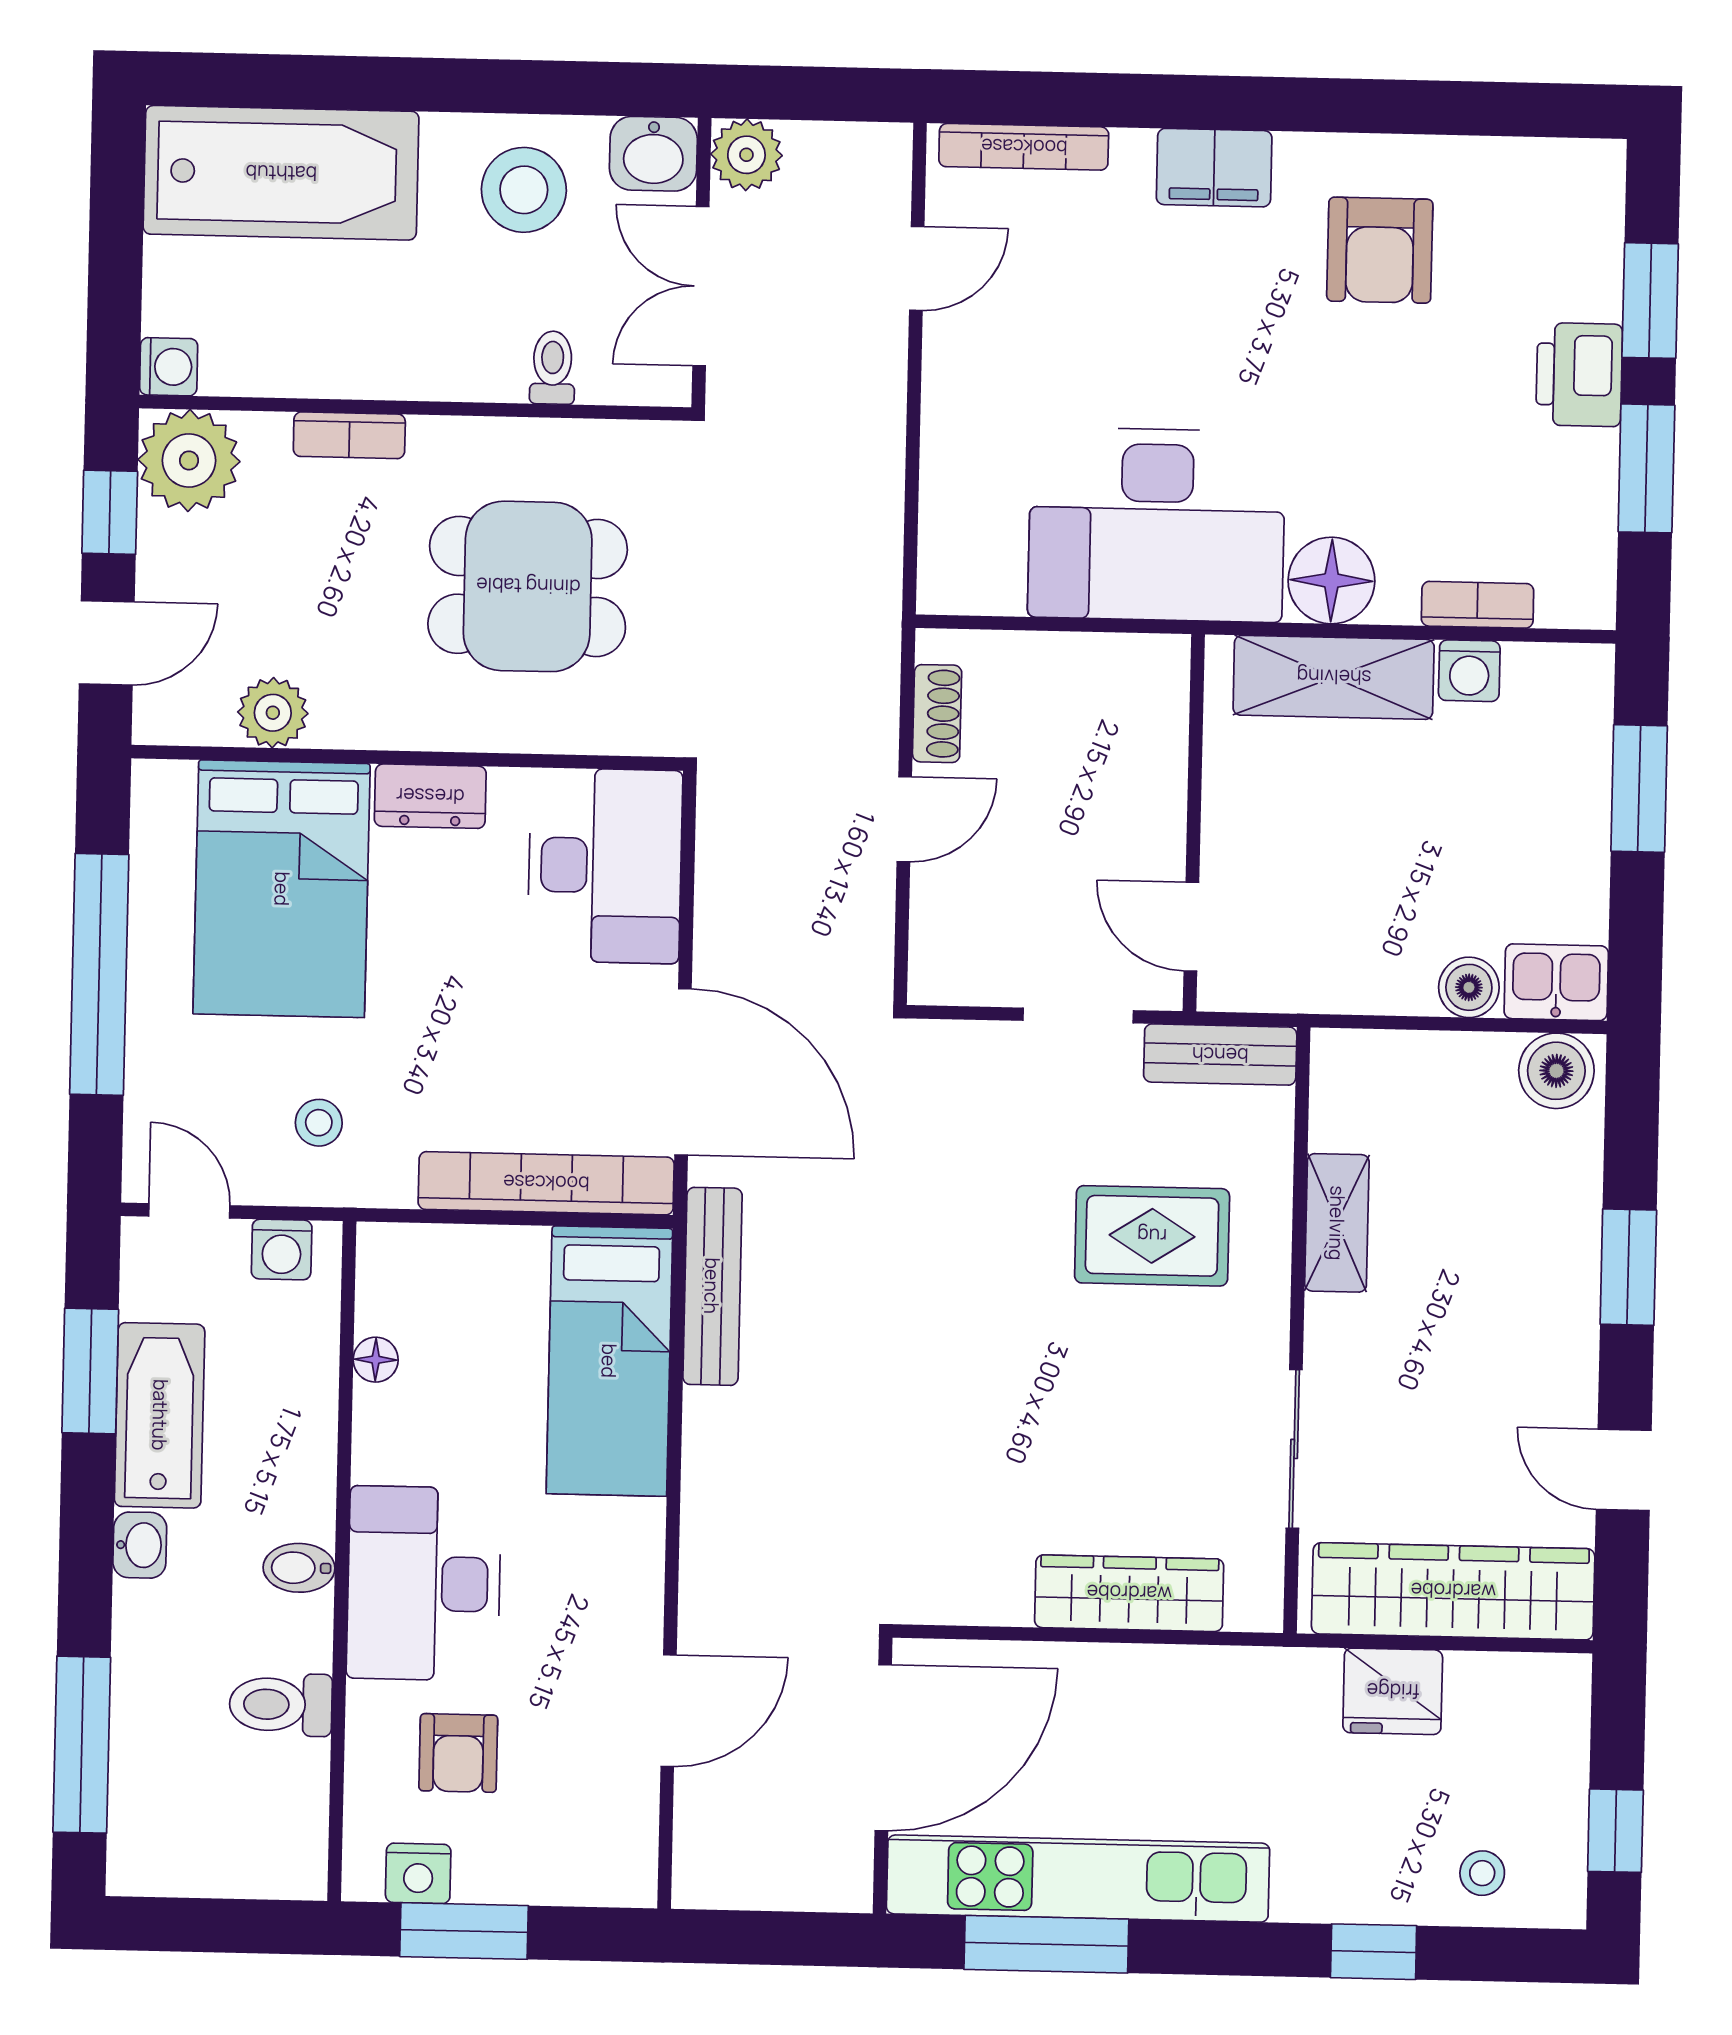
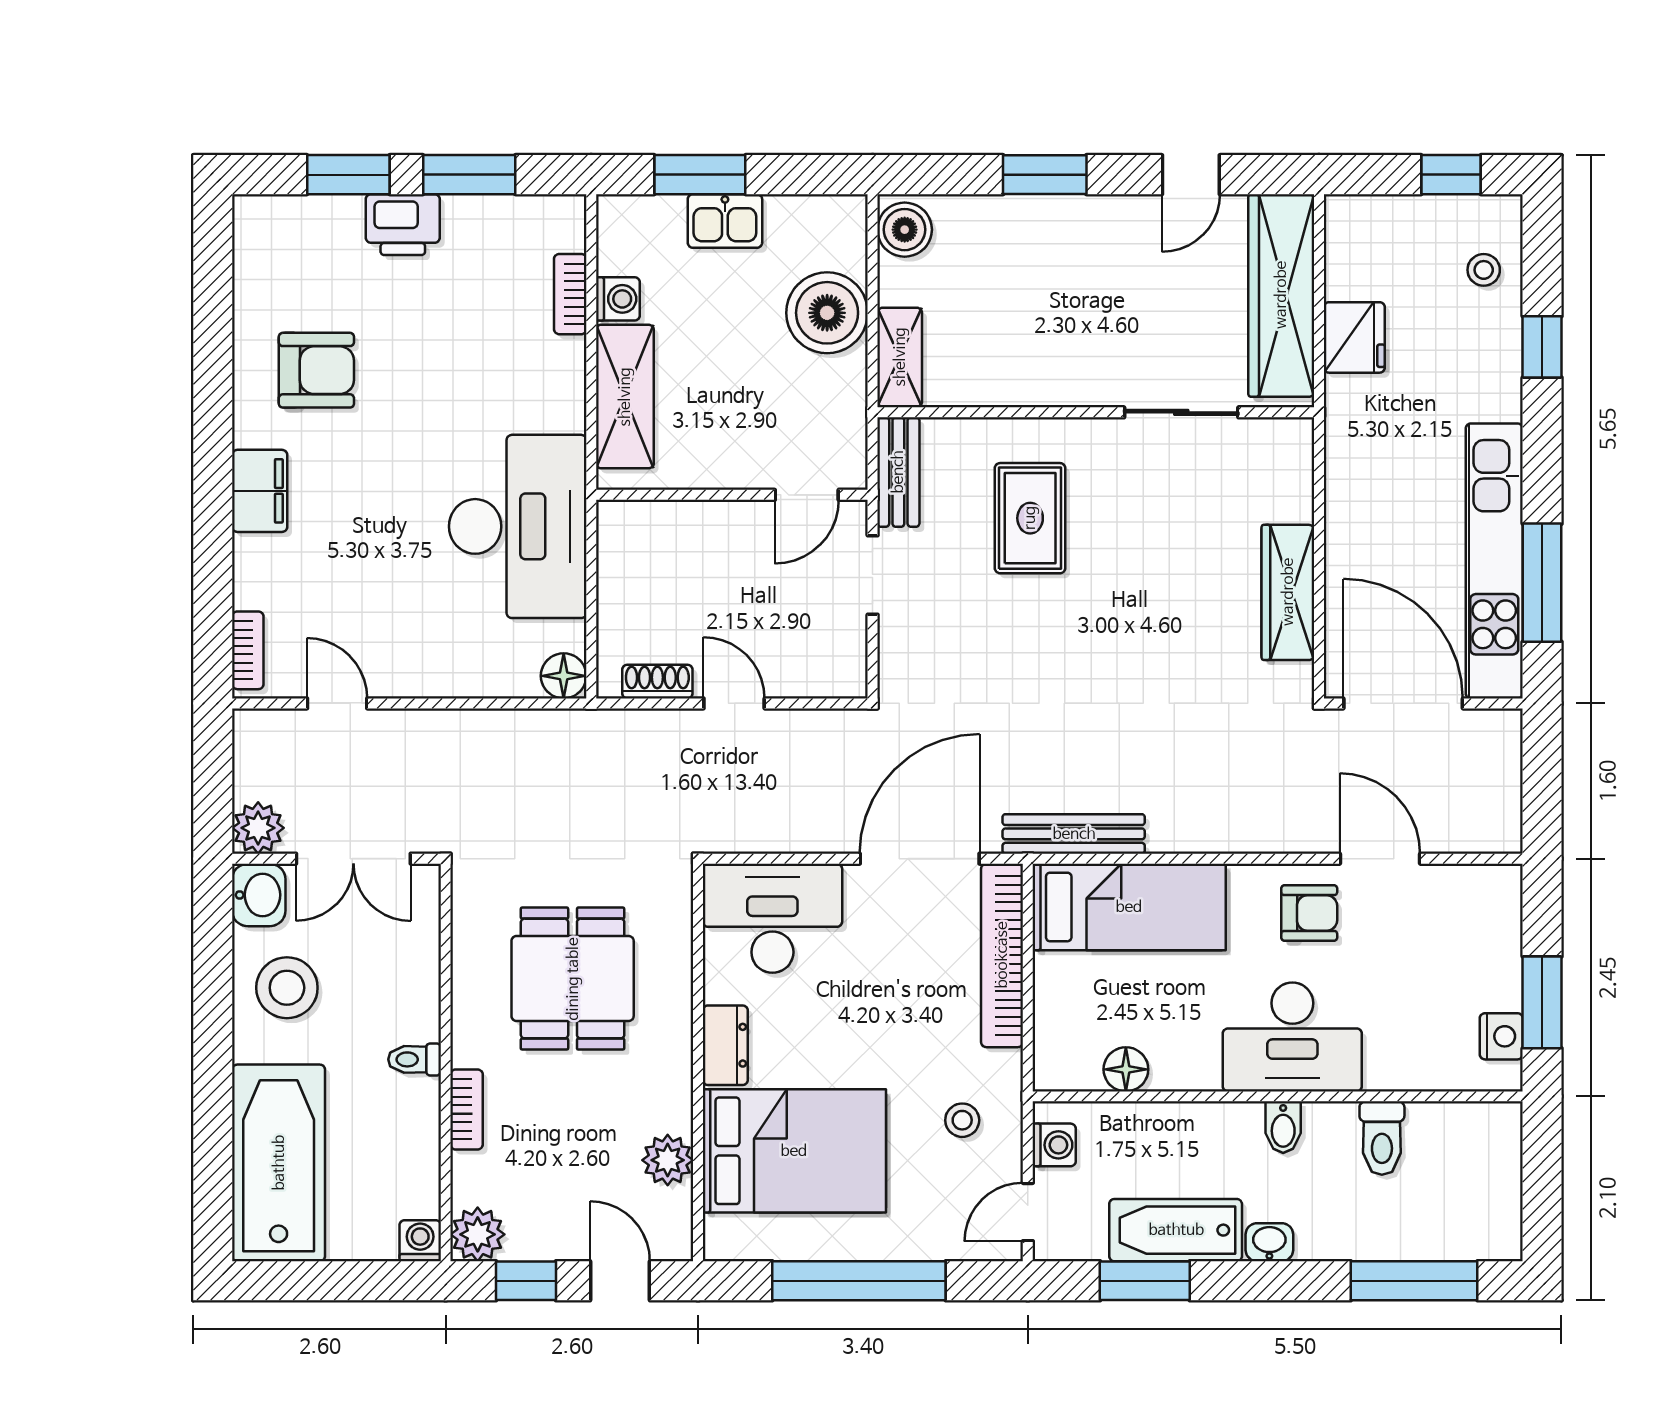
bookcase: (1024, 147) -> (248, 650), width x0.64
toilet: (552, 368) -> (415, 1059), moved
plant: (189, 460) -> (478, 1234), width x0.73, depth x0.73
floor lamp: (1331, 580) -> (564, 676), moved, width x0.73, depth x0.73
kitchen sink: (1556, 982) -> (725, 221), moved, turned -90
boiler: (1469, 987) -> (827, 313), width x1.86, depth x1.86
shelving: (1337, 1223) -> (900, 357), moved, turned 90
floor lamp: (376, 1360) -> (1126, 1069), width x1.37, depth x1.37
wardrobe: (1129, 1593) -> (1288, 592), moved
armchair: (458, 1753) -> (1309, 913), moved

